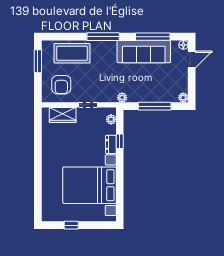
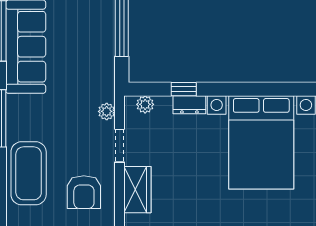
armchair: (61, 85) -> (84, 192), turned 90
plant: (122, 98) -> (107, 111), moved

